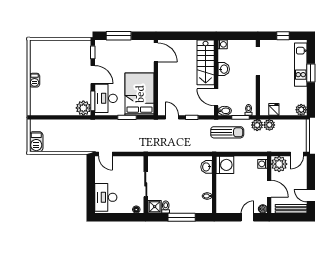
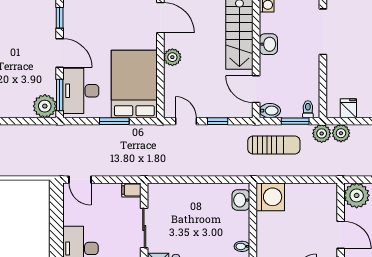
plant: (163, 77) -> (172, 57), added
filing cabinet: (138, 161) -> (131, 190), added
washing machine: (262, 164) -> (330, 195), removed

